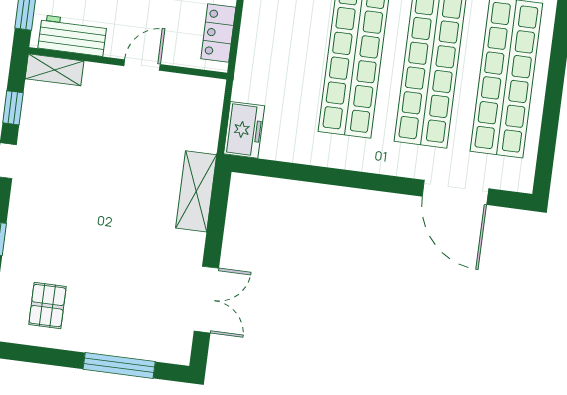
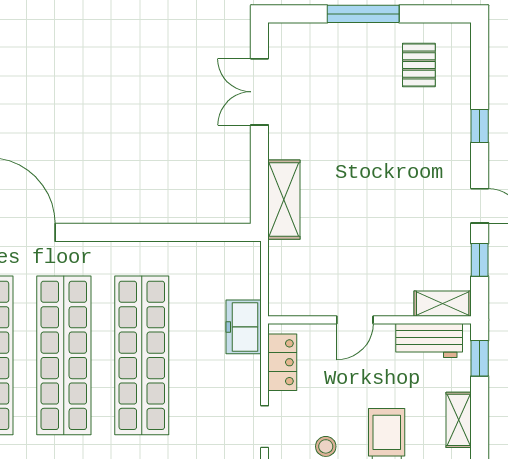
freezer: (244, 130) -> (244, 327), moved
window: (119, 365) -> (363, 14), moved

